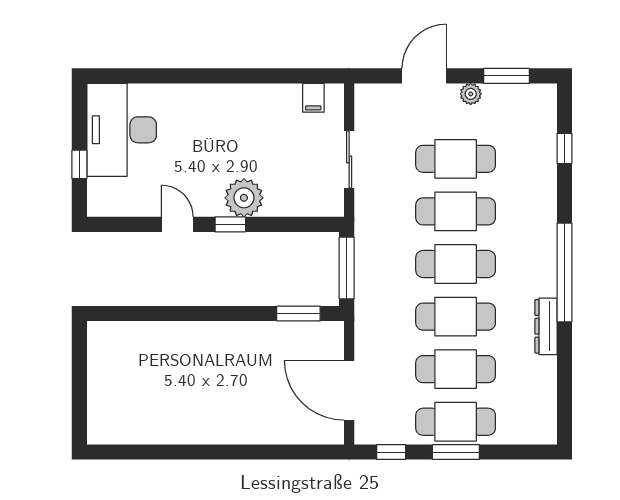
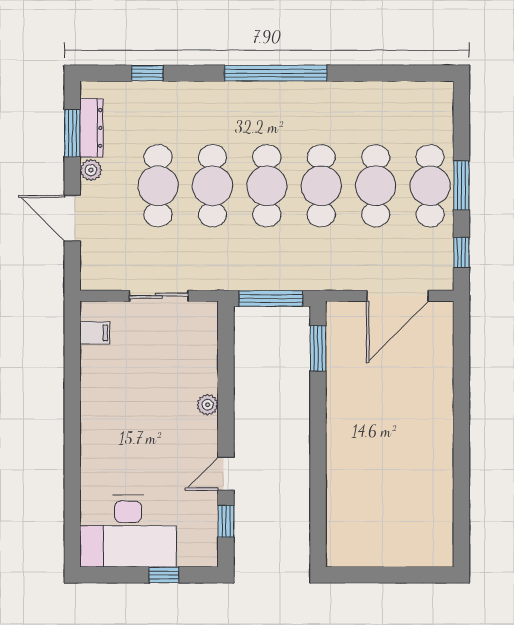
plant: (244, 198) -> (208, 405), width x0.53, depth x0.53
window: (230, 224) -> (226, 521), moved
dresser: (546, 326) -> (91, 128), moved, turned -90

